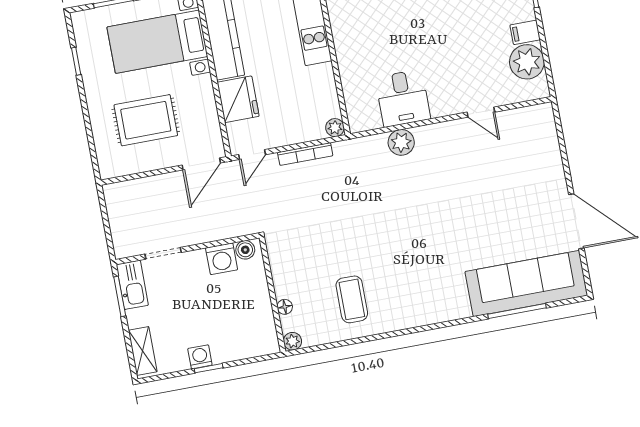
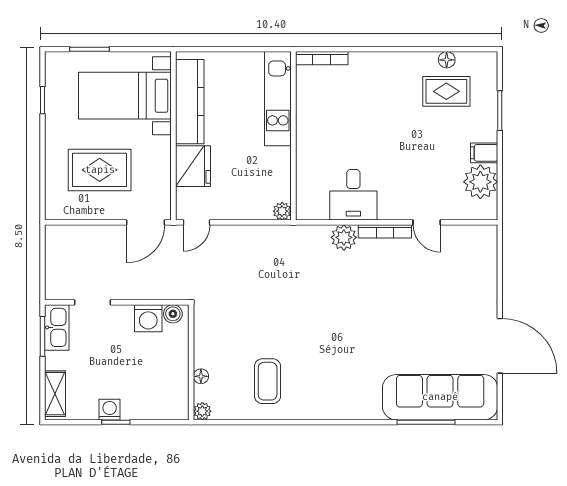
bookcase: (305, 154) -> (385, 231), moved

